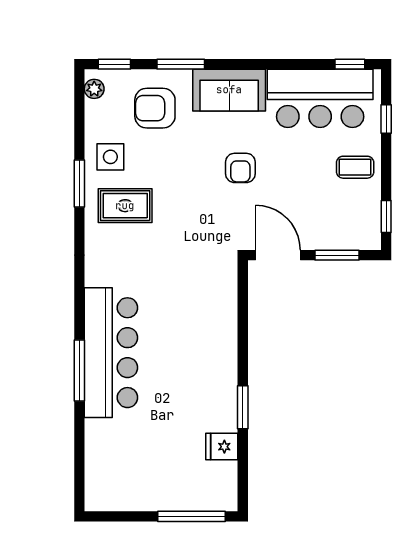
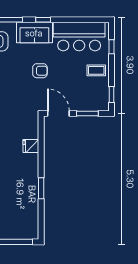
window: (350, 64) -> (43, 20), moved
armchair: (240, 168) -> (40, 71), turned -90
fridge: (222, 447) -> (31, 146), moved

